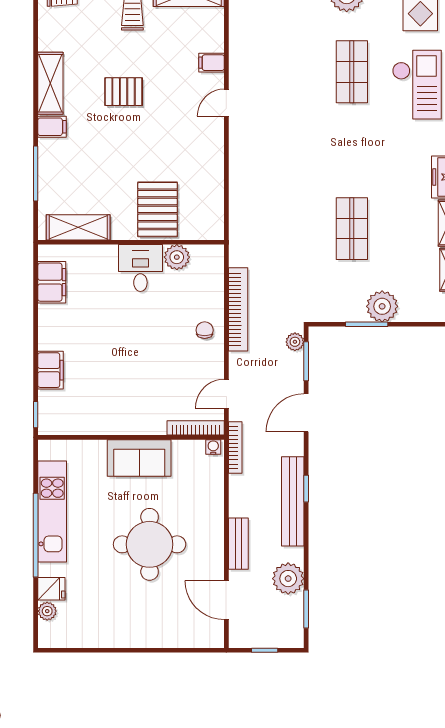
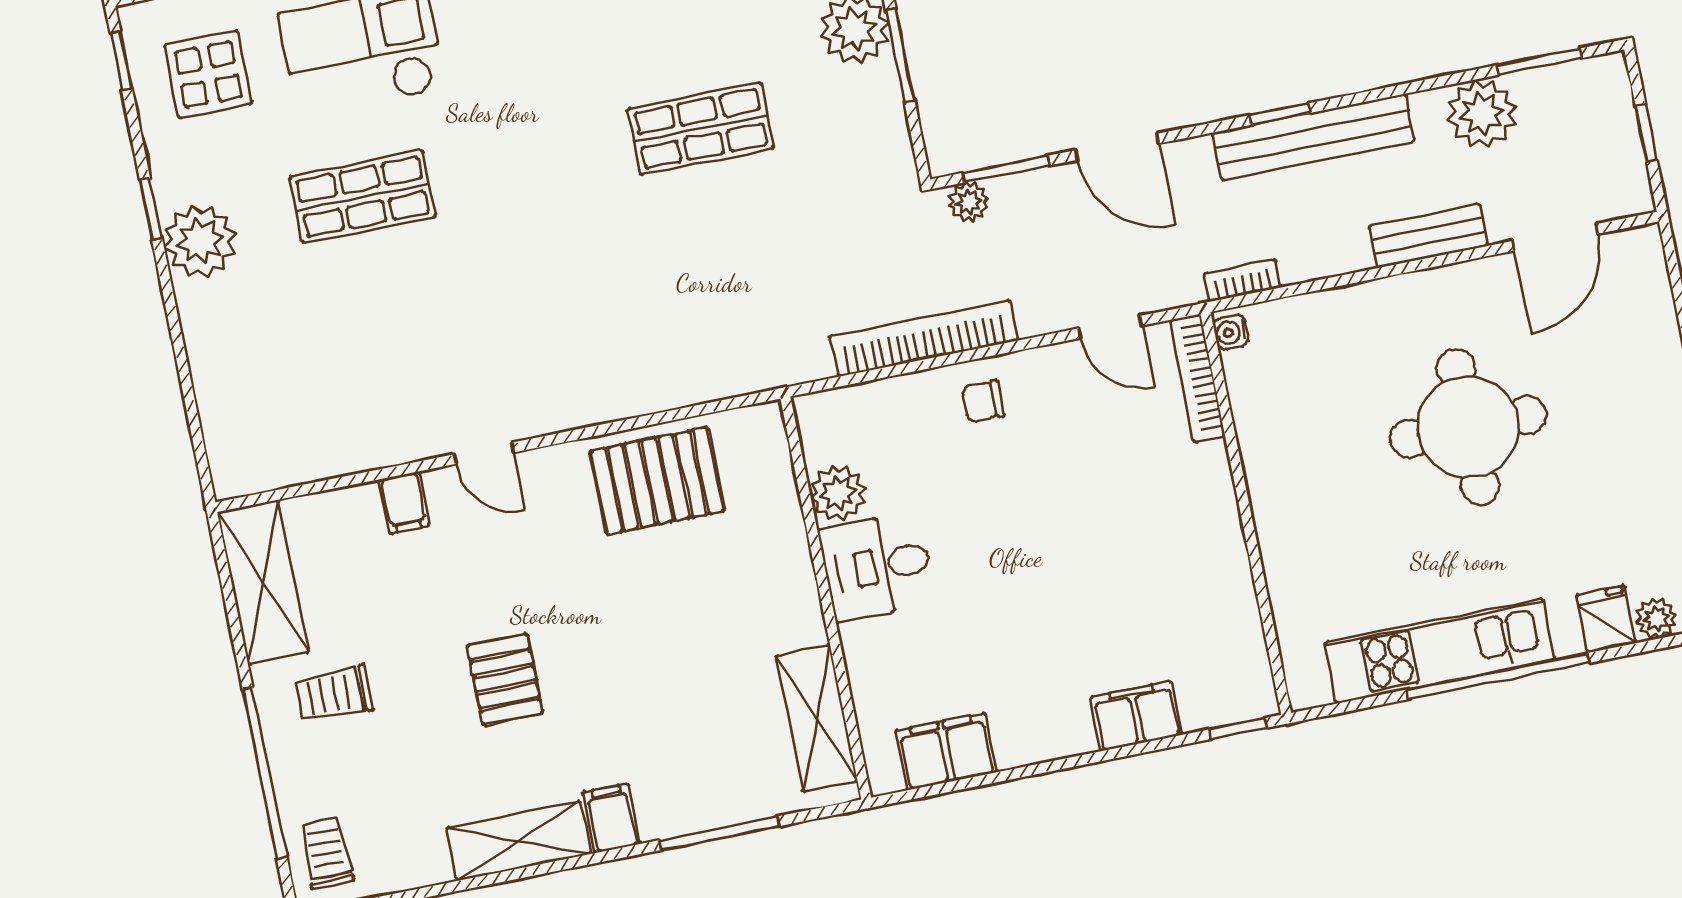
pallet: (158, 209) -> (657, 481), moved
bookcase: (235, 447) -> (1242, 281), width x0.64
sofa: (139, 458) -> (1287, 487), removed

